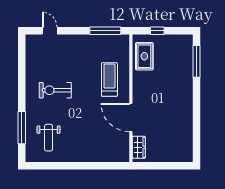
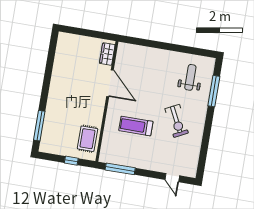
treadmill: (109, 79) -> (136, 126), moved, turned 90
exercise bike: (55, 90) -> (177, 121), turned 63

